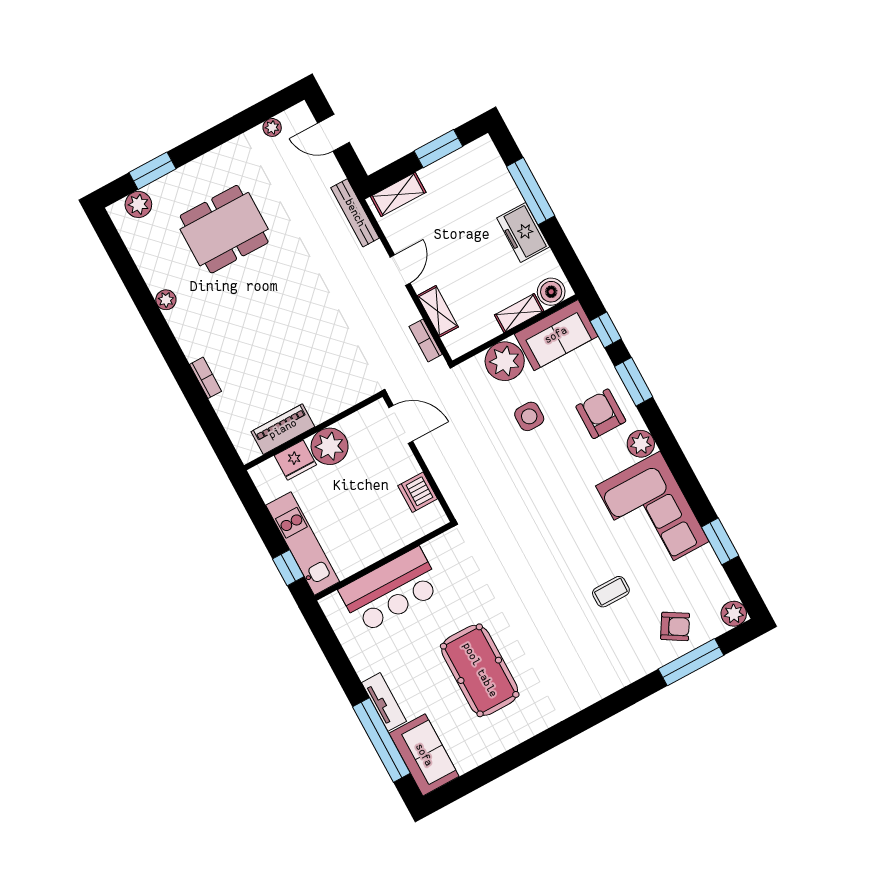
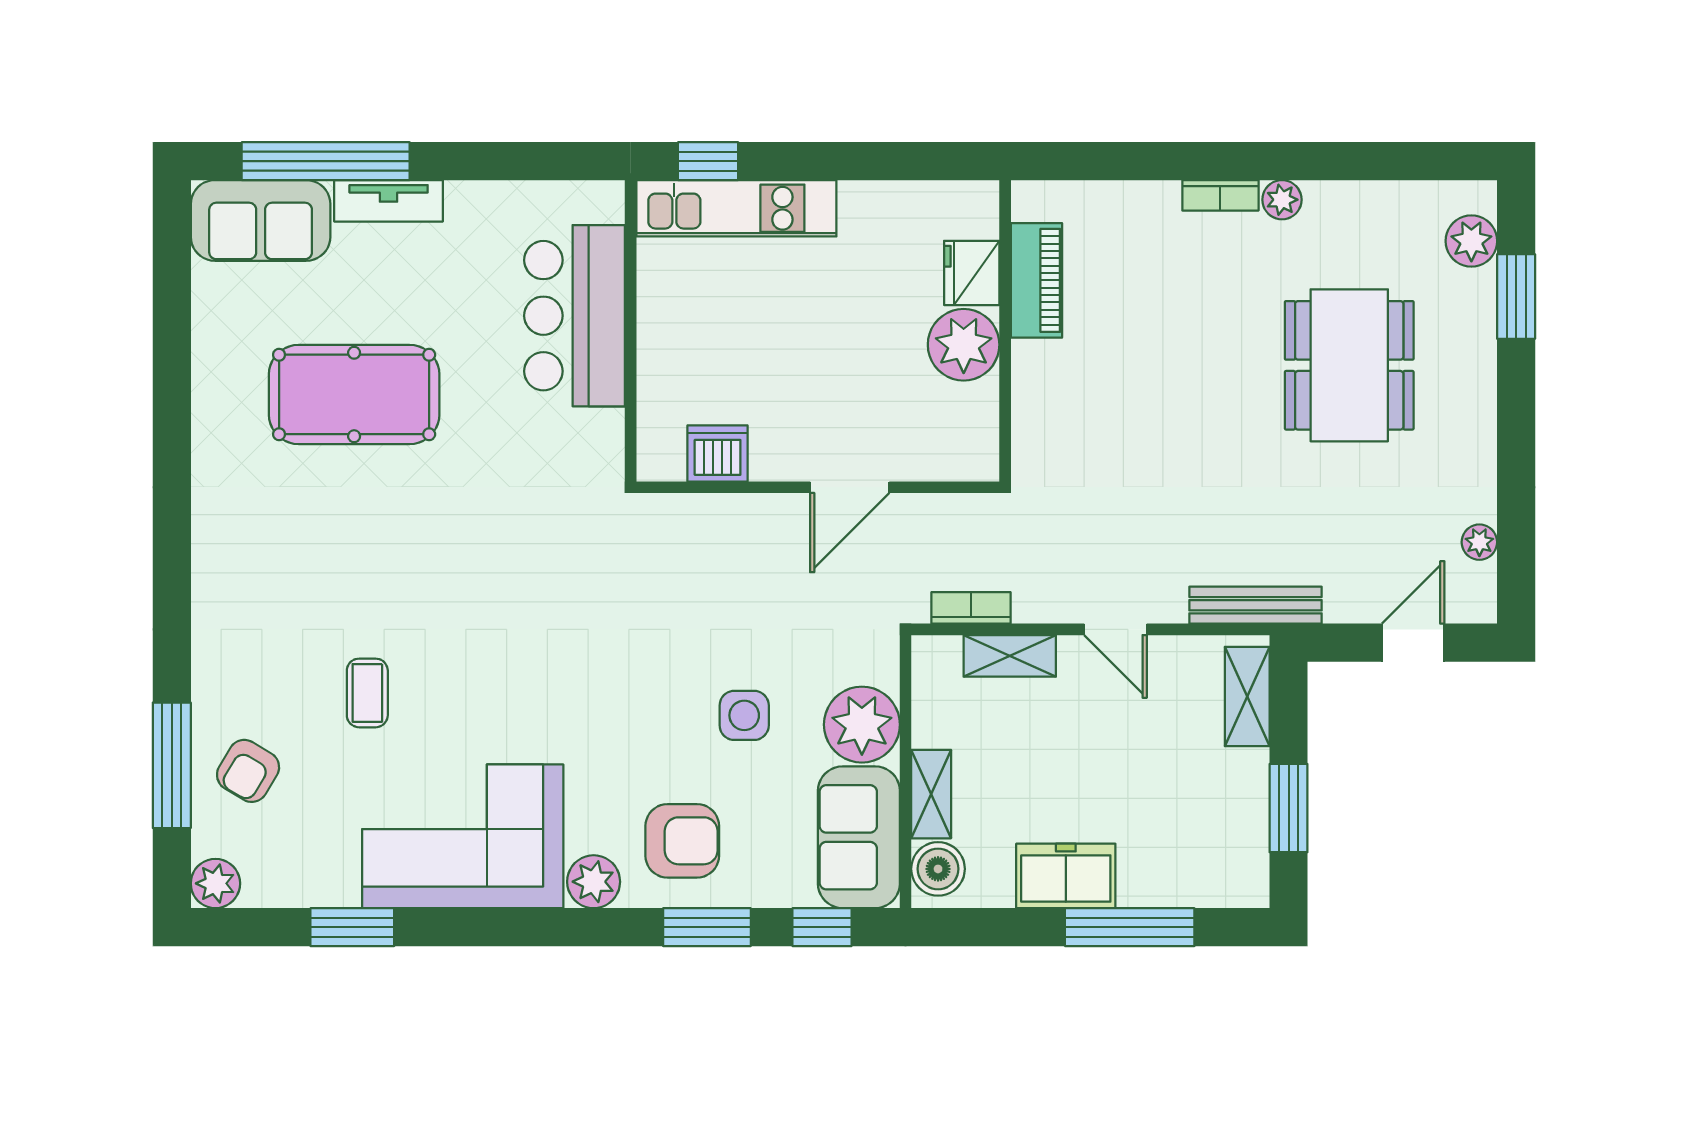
bookcase: (206, 378) -> (1220, 195), moved
piano: (283, 429) -> (1036, 280), moved
wall: (313, 431) -> (1005, 331), moved
plant: (330, 446) -> (964, 345), moved
fridge: (295, 460) -> (972, 273), moved

